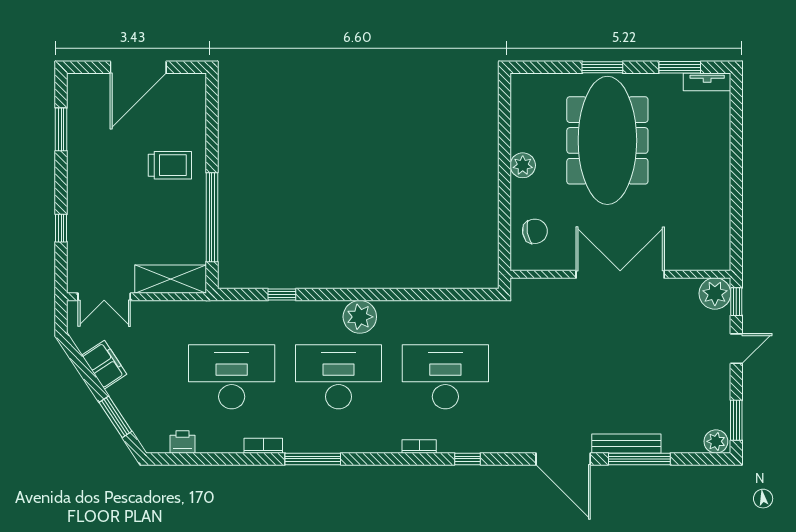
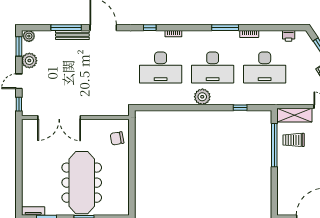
trolley: (170, 165) -> (294, 140), moved
plant: (523, 165) -> (123, 170), removed
double door: (620, 274) -> (59, 117), moved
plant: (715, 293) -> (29, 61), moved

